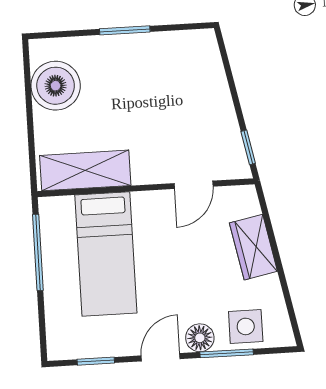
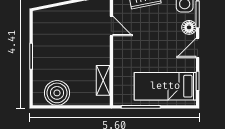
shelving: (85, 170) -> (103, 80), width x0.67, depth x0.75
bed: (106, 254) -> (165, 86), moved, turned 180
door: (161, 357) -> (198, 48), hinge flipped

